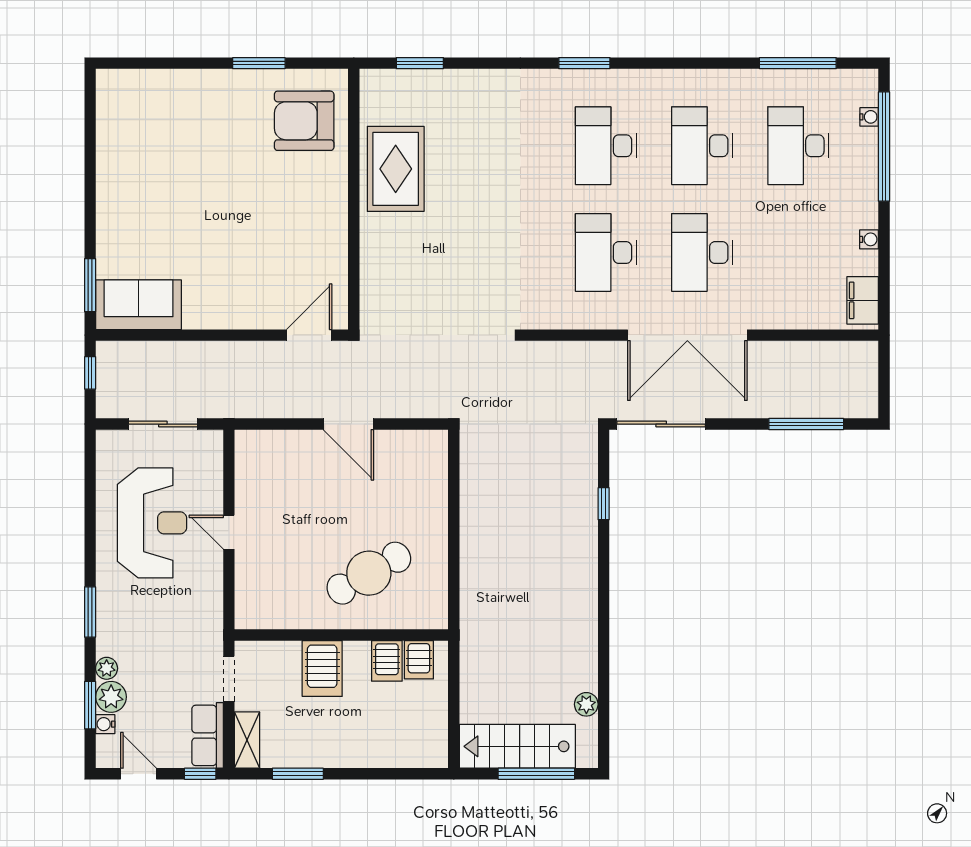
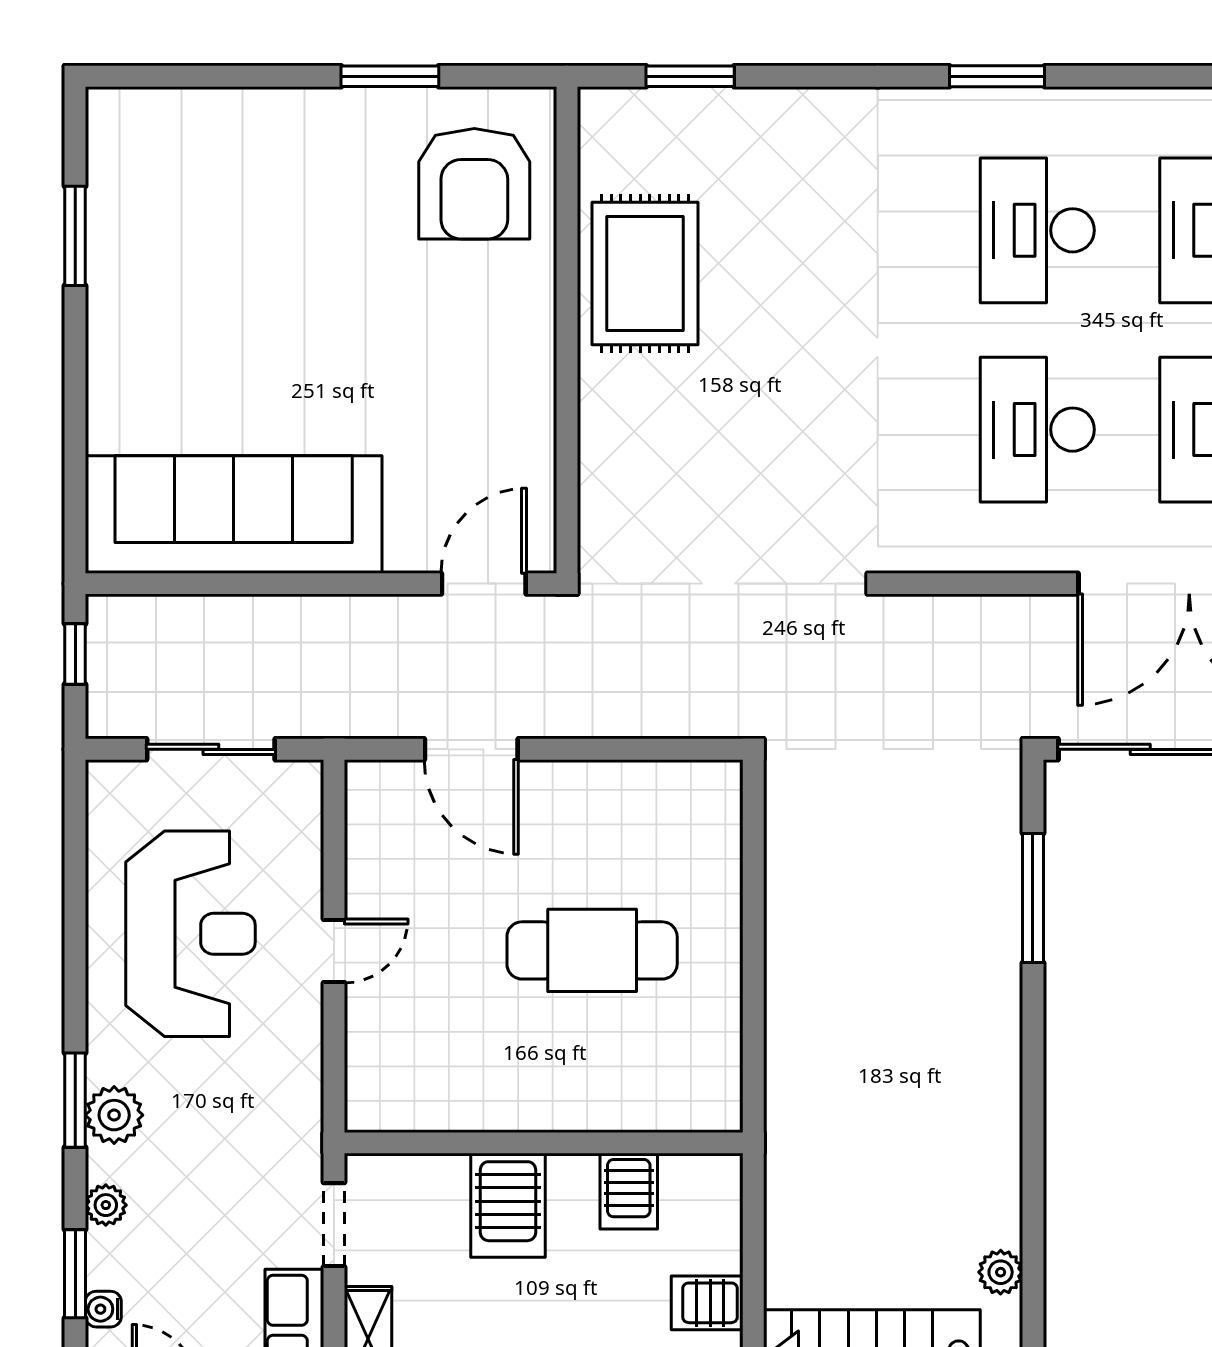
armchair: (304, 121) -> (474, 184), turned -90
window: (90, 285) -> (75, 236), moved
sofa: (139, 305) -> (234, 514), width x1.85, depth x1.27
door: (348, 424) -> (471, 749), moved
window: (604, 504) -> (1033, 898), width x2.17
door: (229, 532) -> (334, 951), swing flipped
cafe table: (369, 573) -> (592, 950), moved, turned 30
server rack: (419, 660) -> (707, 1303), moved, turned 90
plant: (111, 697) -> (114, 1115), moved

